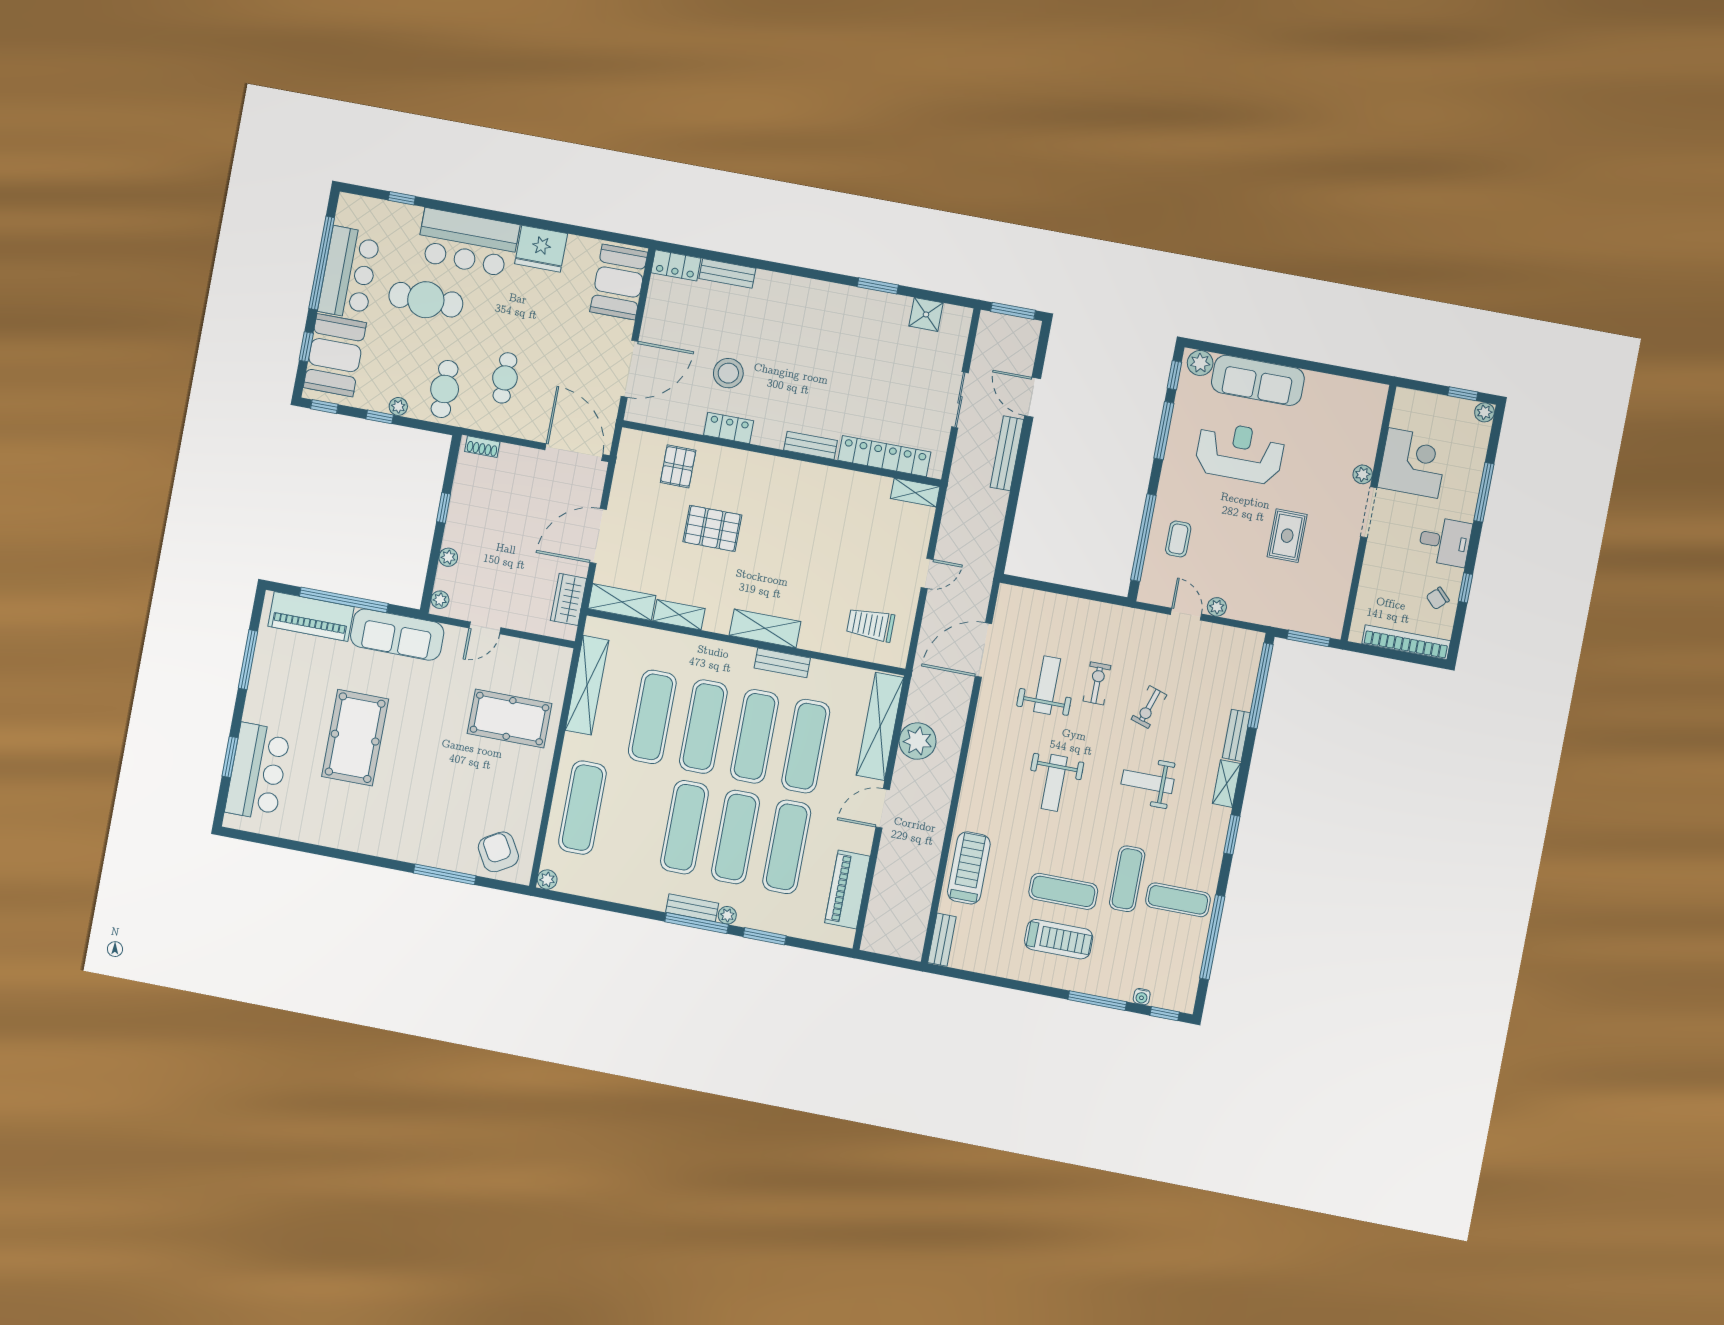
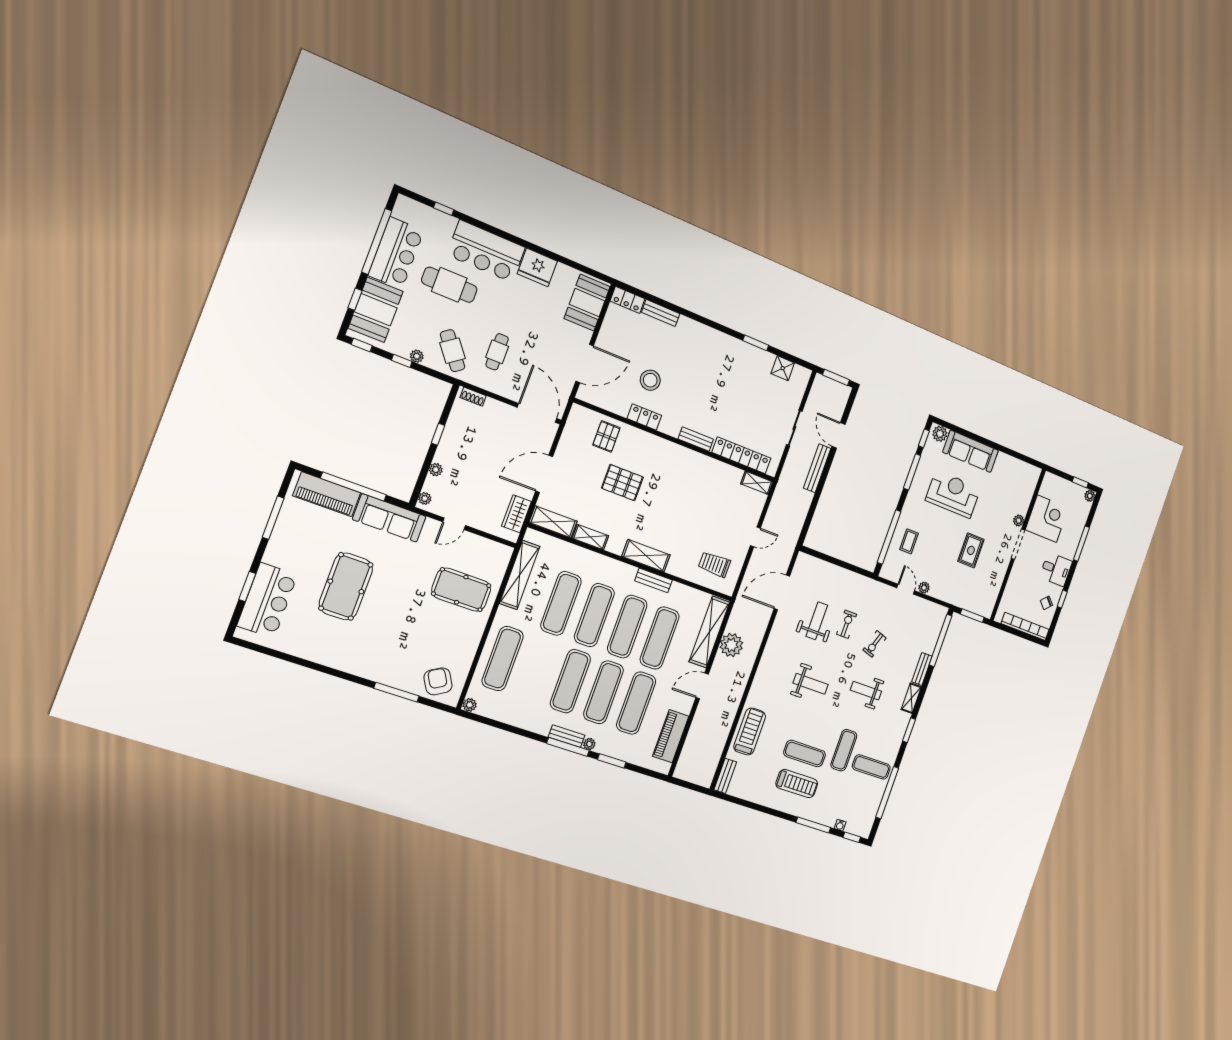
cafe table: (445, 389) -> (453, 351), turned -37
weight bench: (1054, 783) -> (811, 684), turned -90

